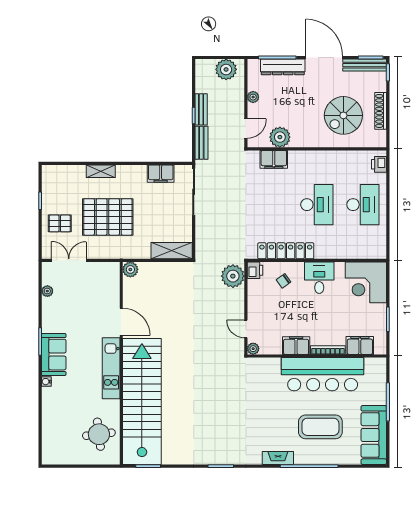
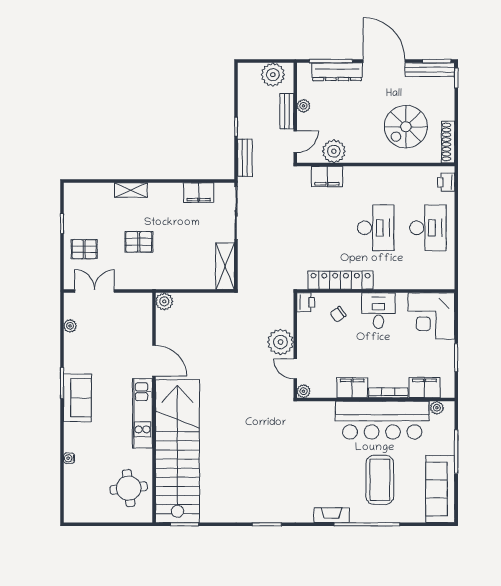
bench: (201, 109) -> (287, 111), moved
shoe rack: (381, 111) -> (448, 142), moved
pallet: (108, 217) -> (139, 242), width x0.49, depth x0.50
shelving: (172, 251) -> (225, 266), moved, turned 90
plant: (233, 276) -> (280, 342), moved
plant: (371, 363) -> (437, 408), added
water cooler: (46, 382) -> (69, 458), moved
coffee table: (320, 427) -> (380, 480), turned 90

